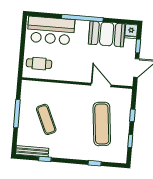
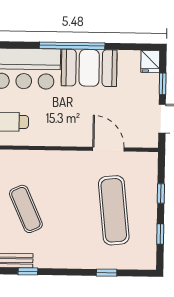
booth: (107, 34) -> (89, 68), moved

